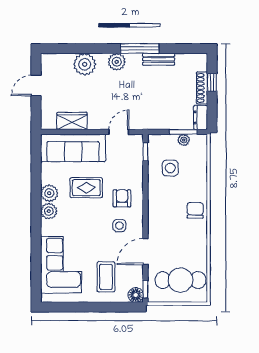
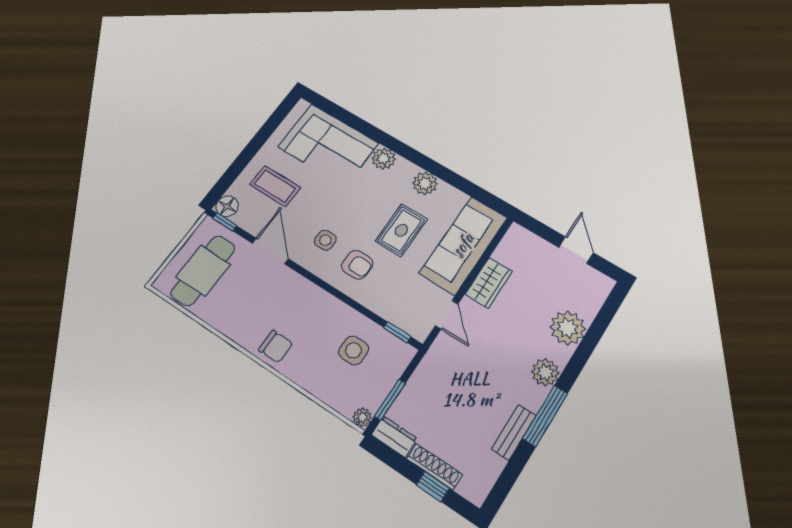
wardrobe: (72, 121) -> (489, 283), moved
plant: (184, 140) -> (362, 417), moved
plant: (49, 211) -> (384, 159), moved

